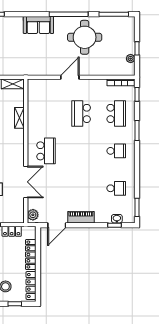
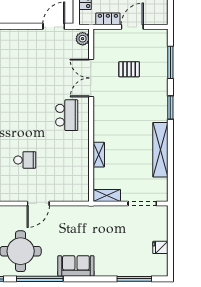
school desk: (81, 113) -> (25, 160), width x0.54
school desk: (46, 151) -> (67, 115), turned 180
piano: (81, 217) -> (25, 36), removed

